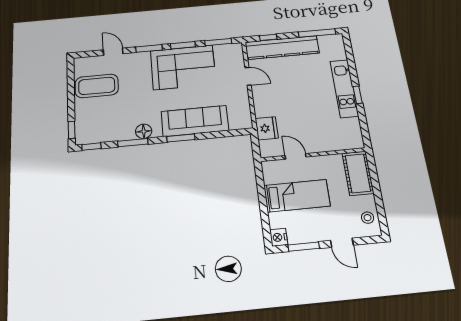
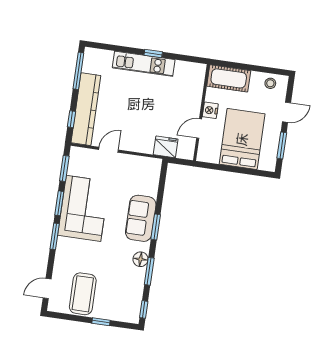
door: (113, 52) -> (47, 288), moved
sofa: (195, 121) -> (141, 218), width x0.73
window: (72, 130) -> (101, 322), moved
bed: (297, 196) -> (242, 139), width x1.50
nightstand: (279, 237) -> (210, 110), moved, turned 90

